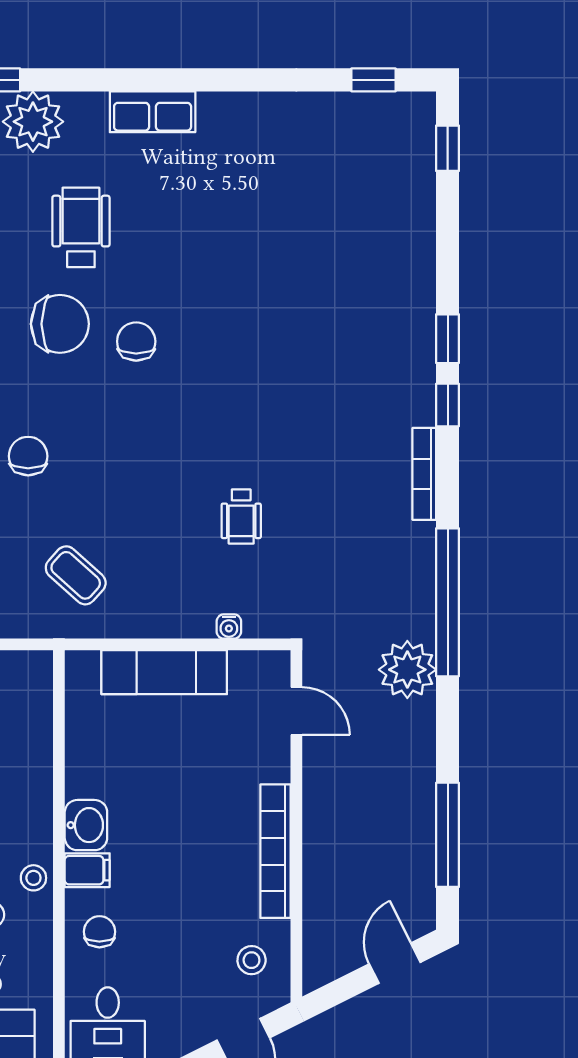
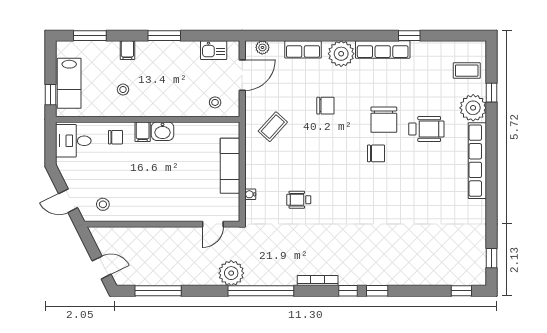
row of seats: (153, 112) -> (477, 161), width x2.02
bookcase: (275, 851) -> (151, 215), removed
stool: (33, 878) -> (215, 102), moved

